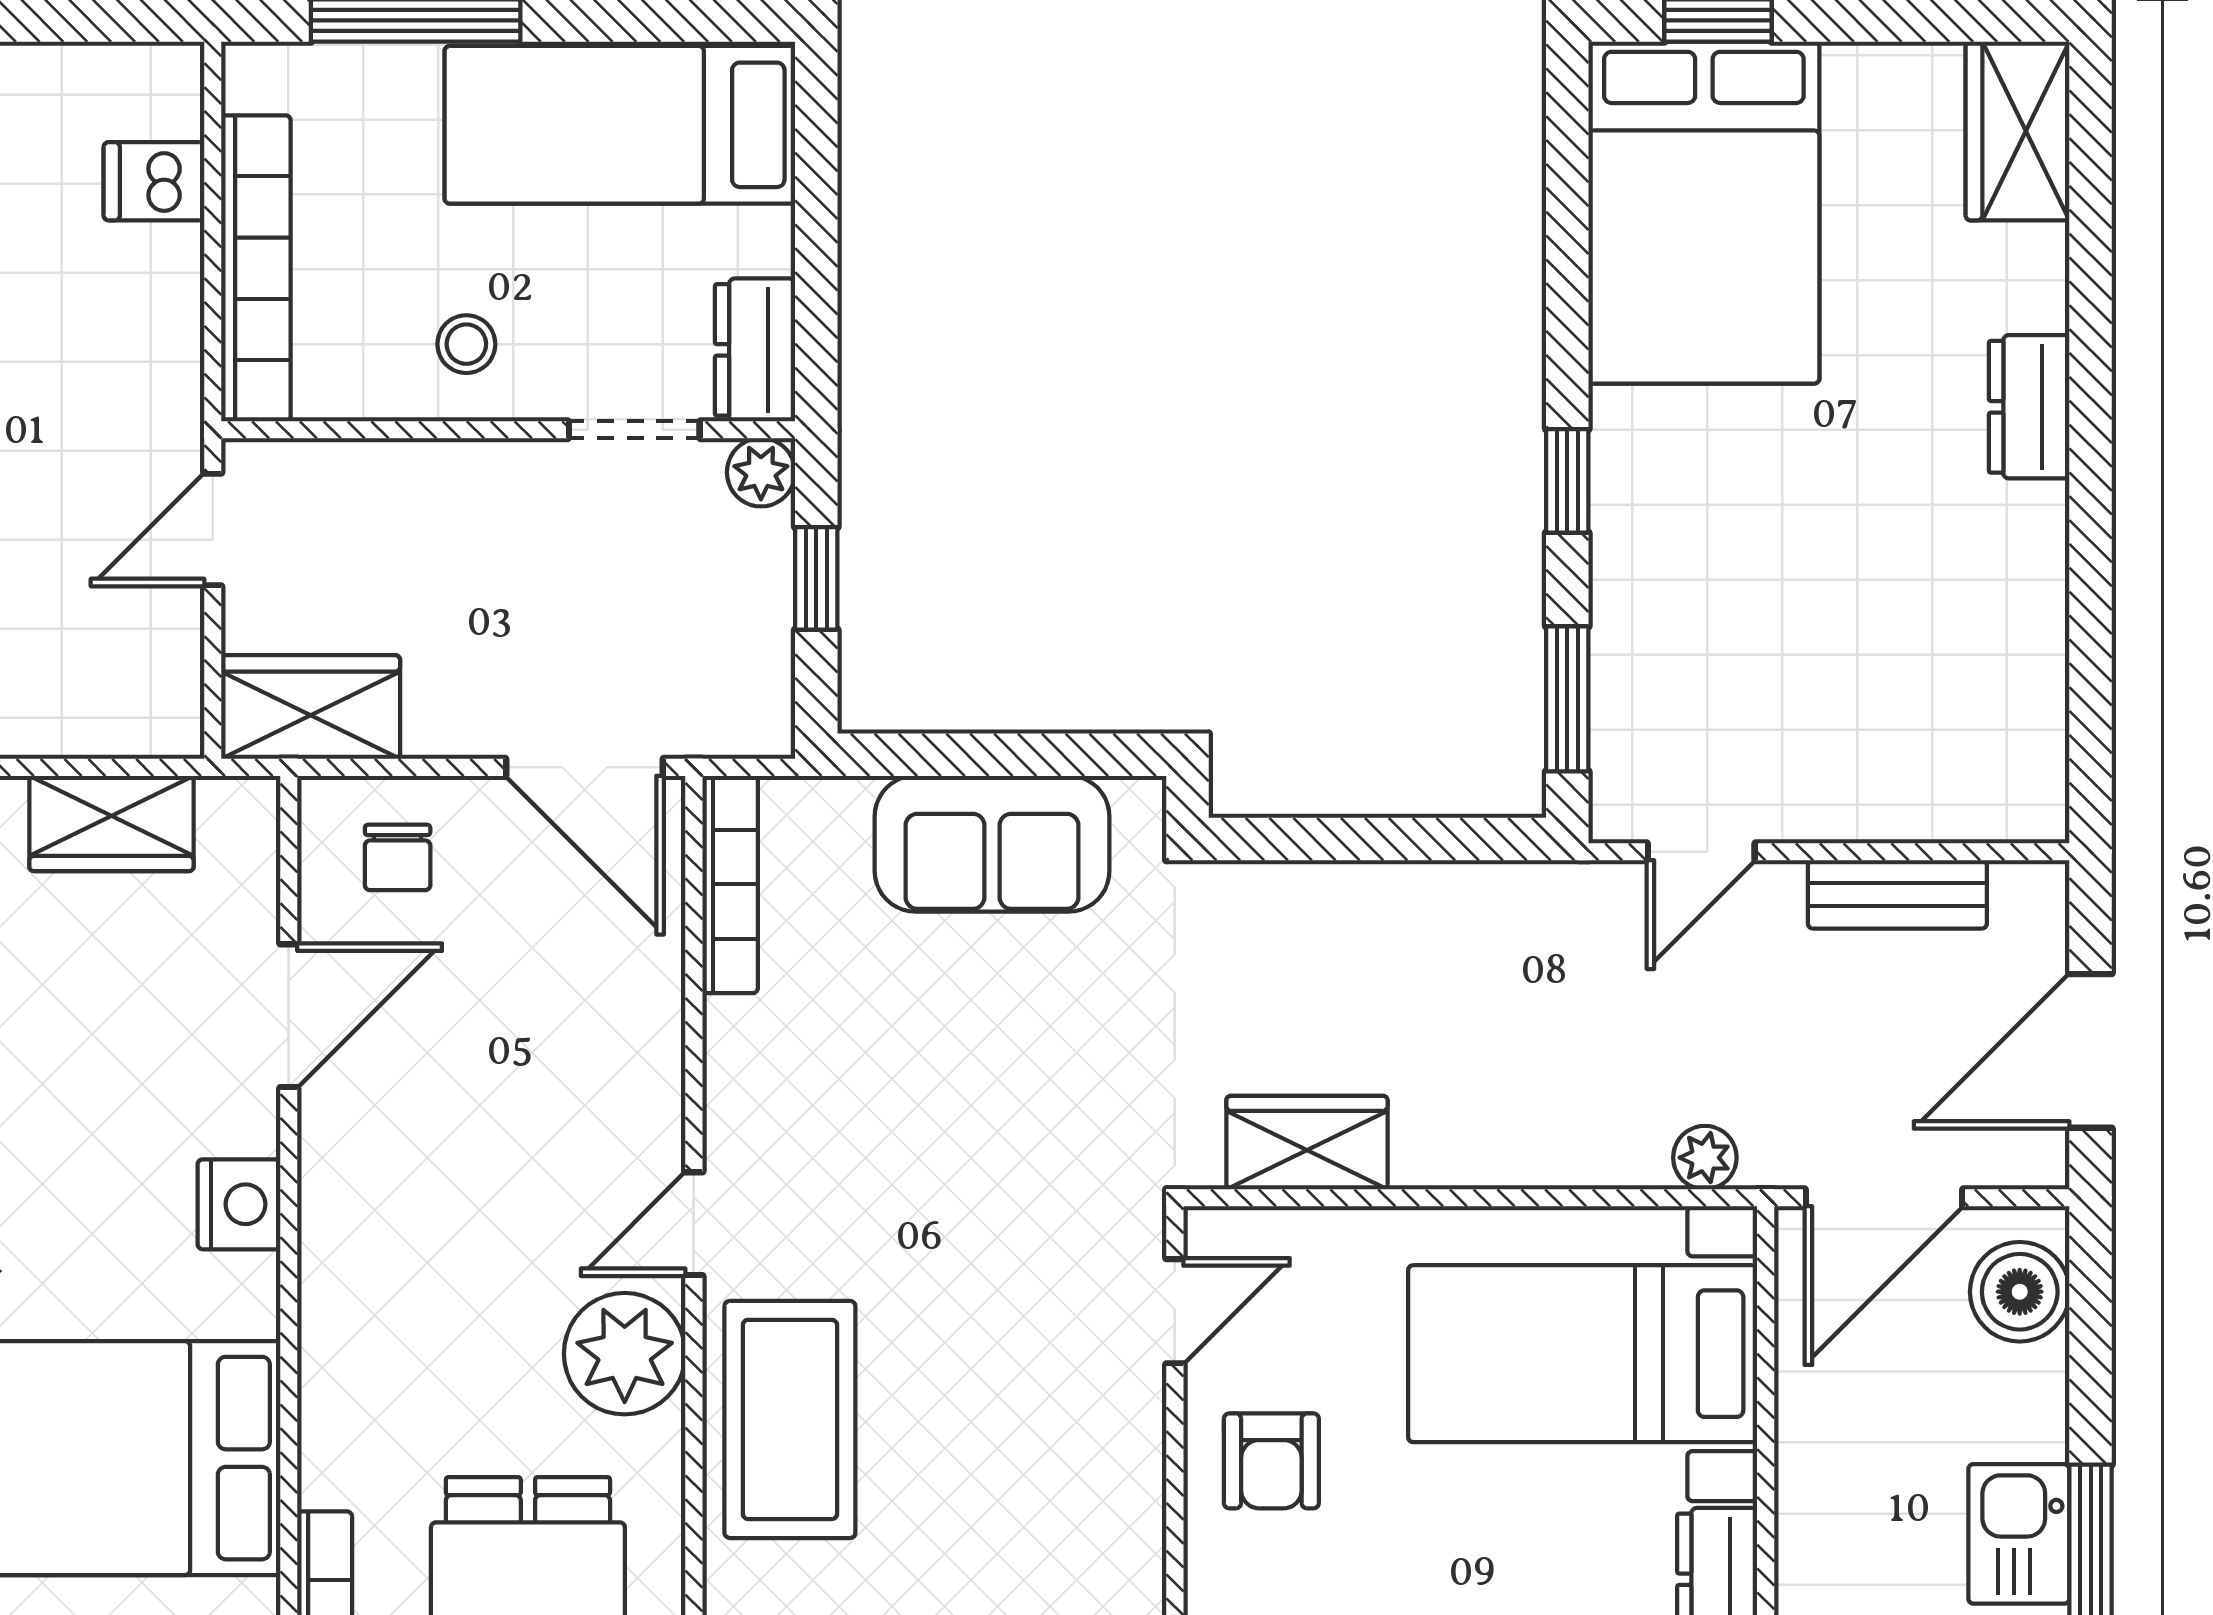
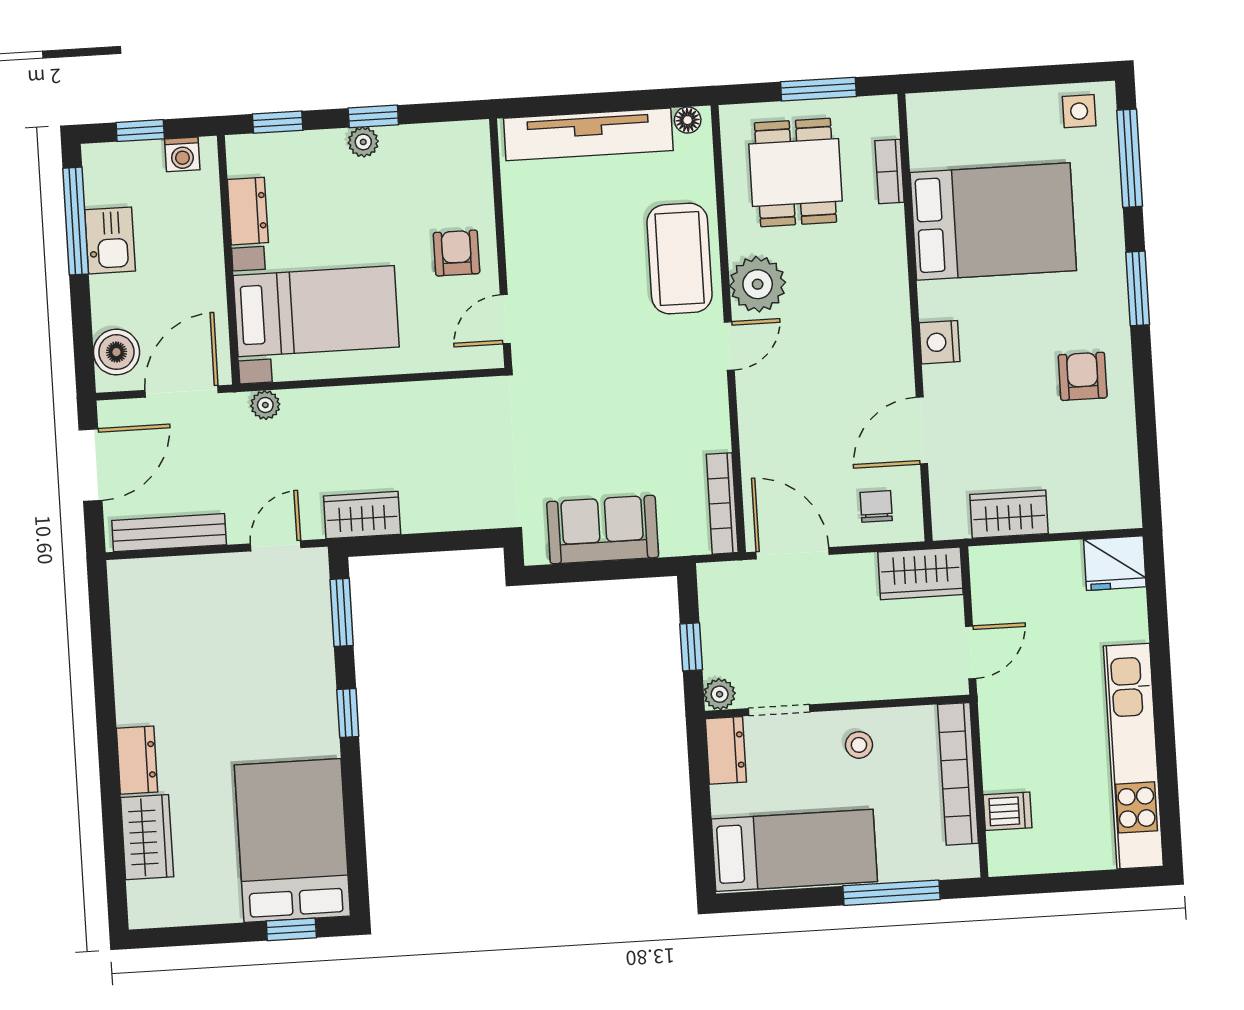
wardrobe: (2018, 131) -> (147, 837), moved
bench: (1897, 894) -> (169, 533), width x1.36
wardrobe: (1307, 1143) -> (362, 515), moved, turned 180

